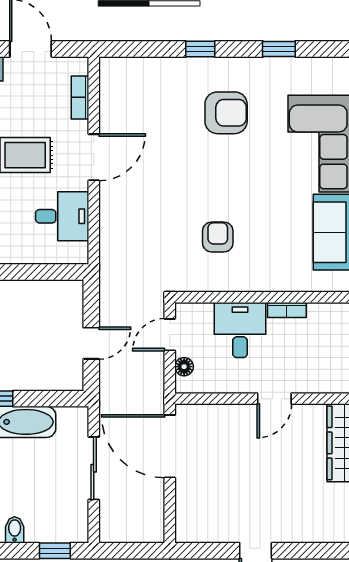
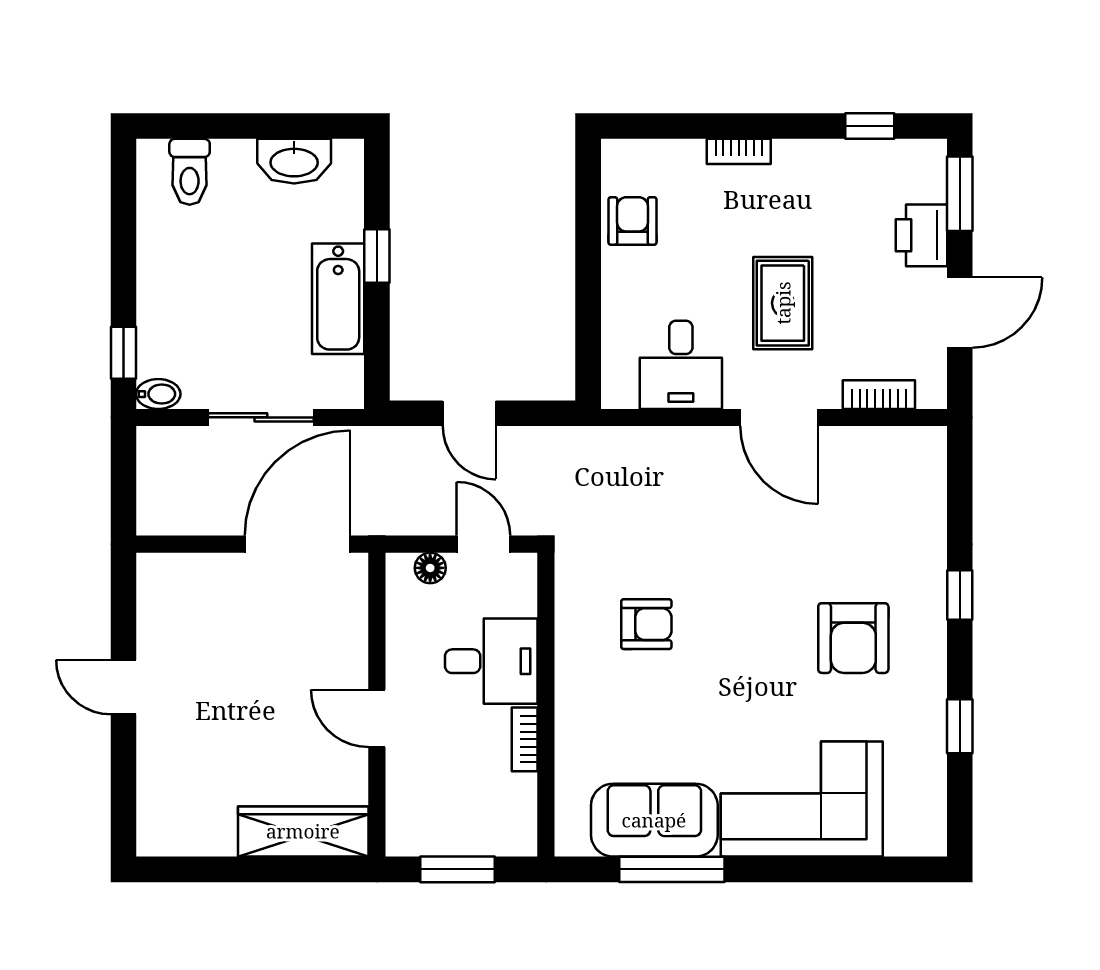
bidet: (15, 530) -> (158, 394), moved

